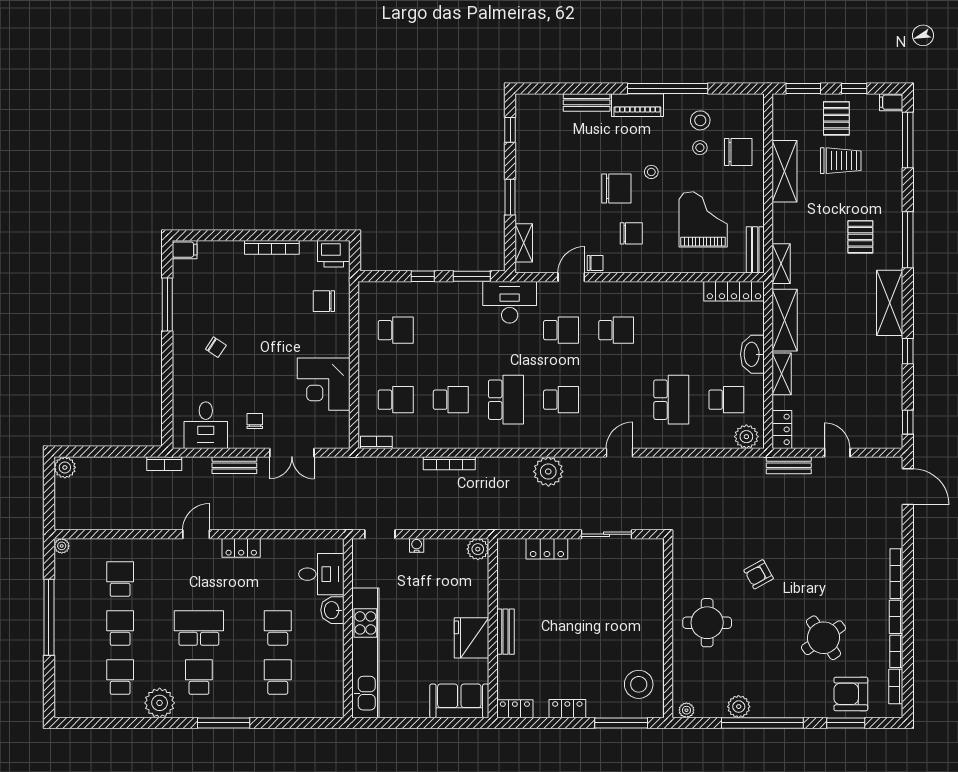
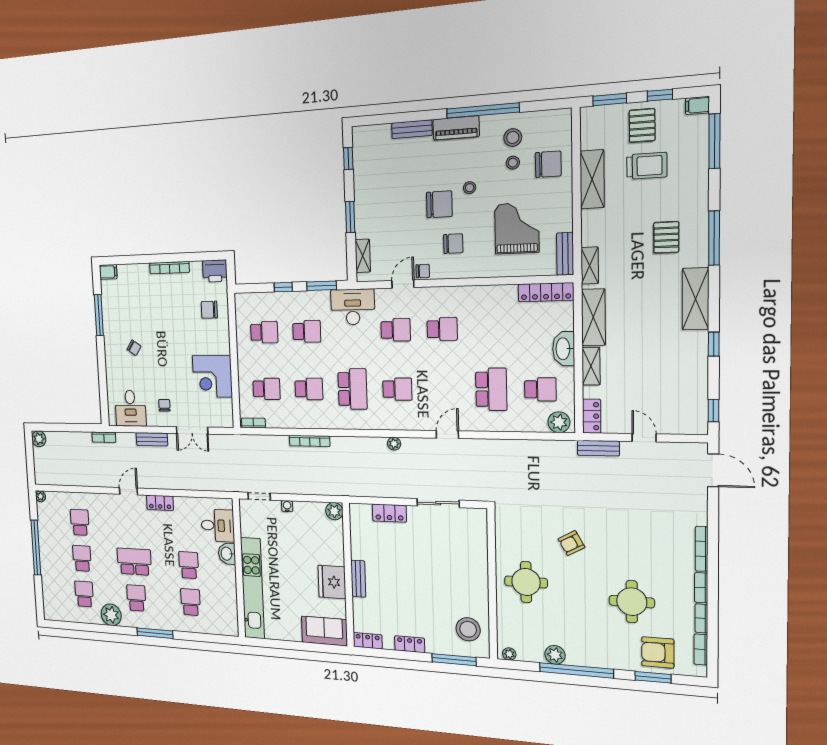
school desk: (451, 330) -> (307, 331), added
plant: (548, 472) -> (394, 444), width x0.53, depth x0.53
round table: (823, 638) -> (632, 602), turned 34

